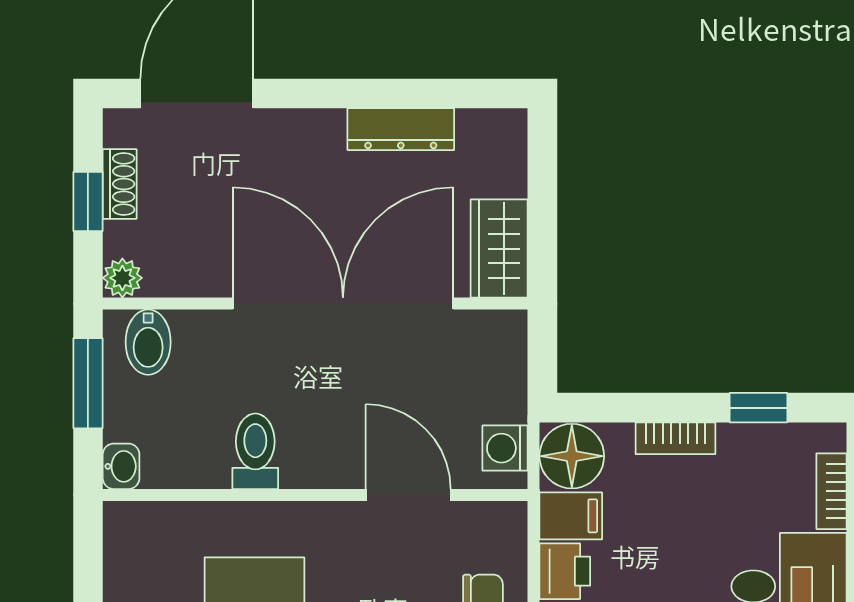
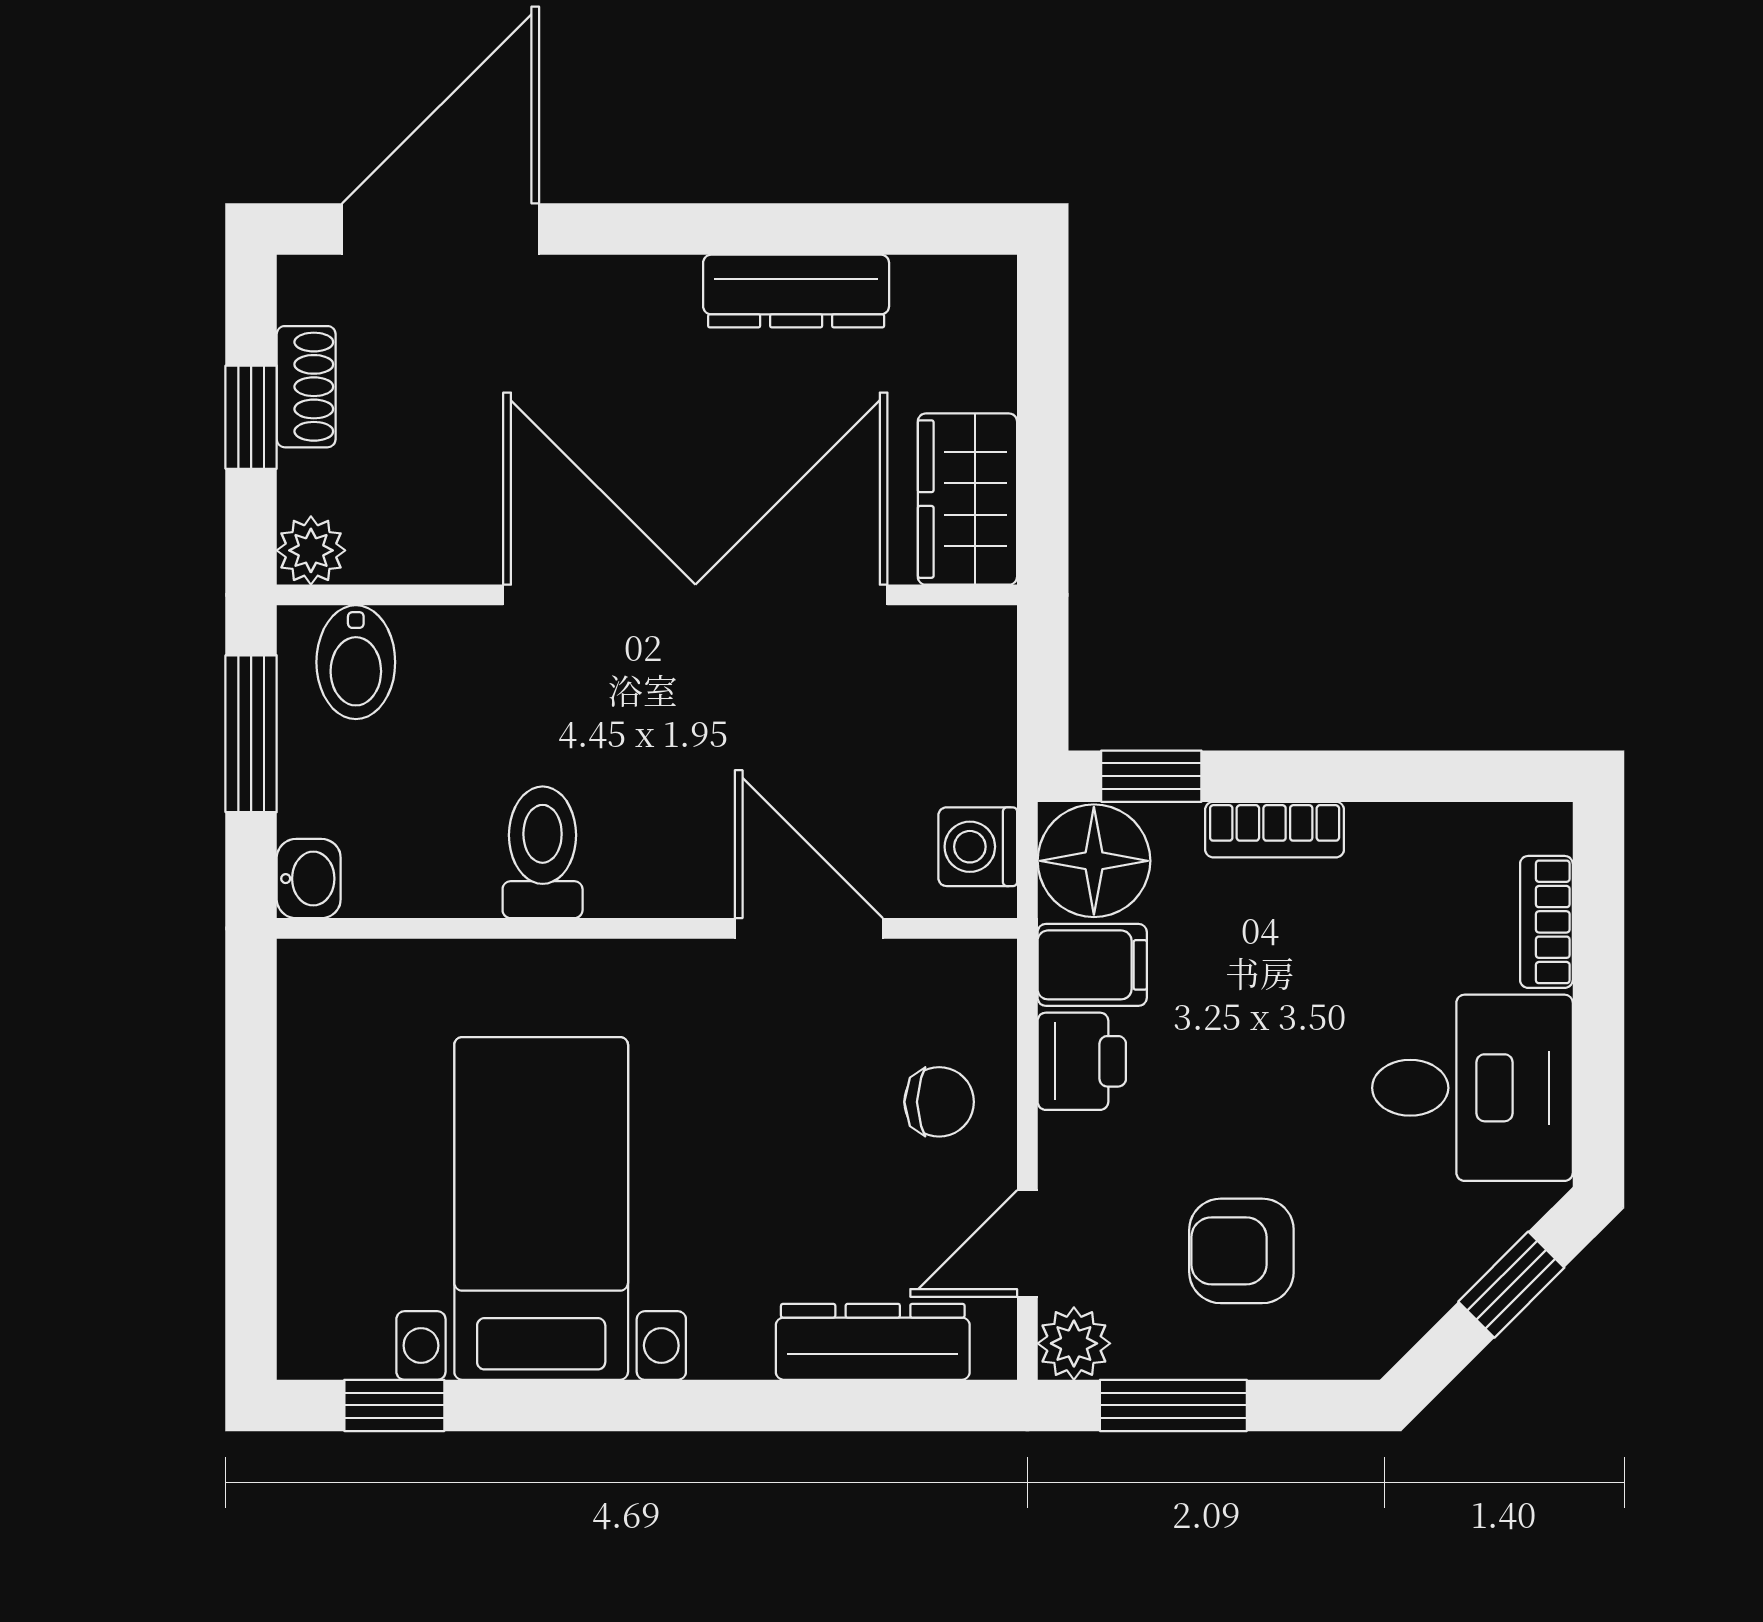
window: (759, 408) -> (1151, 776), moved

